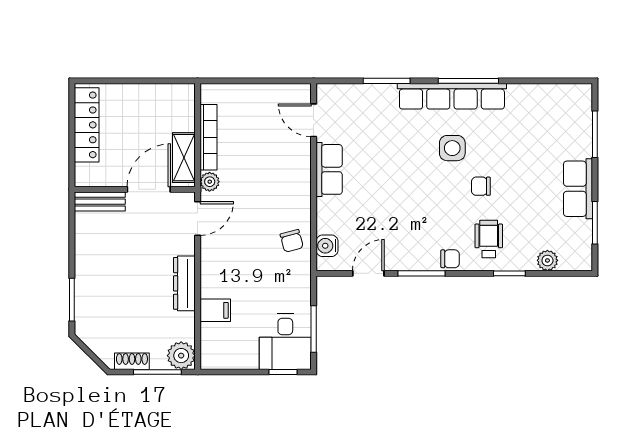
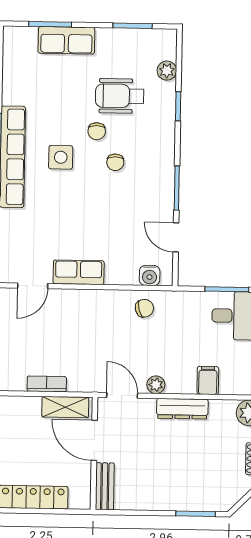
bookcase: (209, 137) -> (47, 384), width x0.64
plant: (210, 182) -> (156, 385), moved
row of seats: (578, 189) -> (66, 40), moved
wheelchair: (489, 239) -> (120, 96), moved, width x1.36, depth x1.37
chair: (450, 259) -> (115, 162), moved, turned 180

